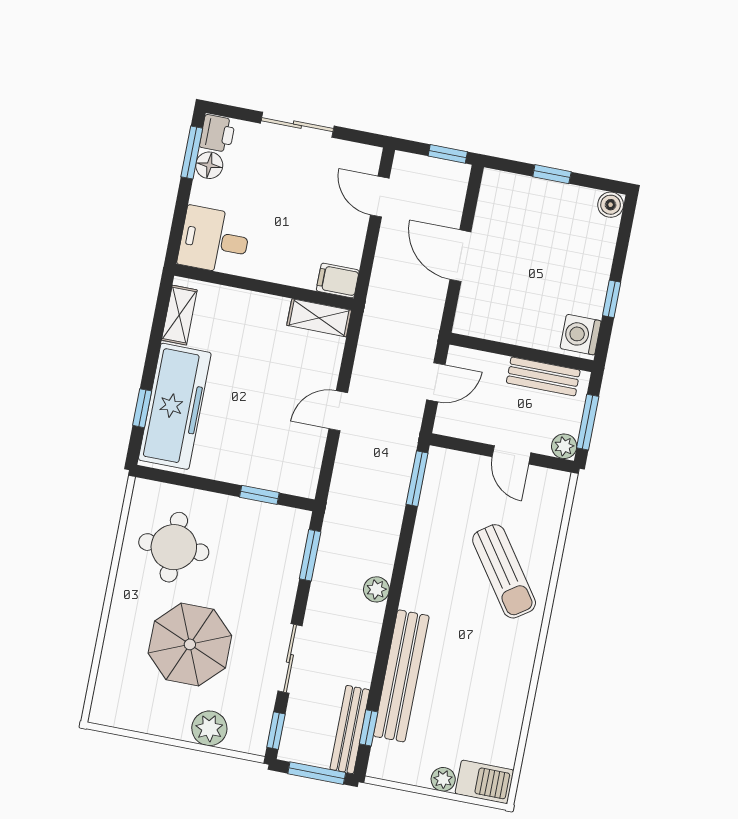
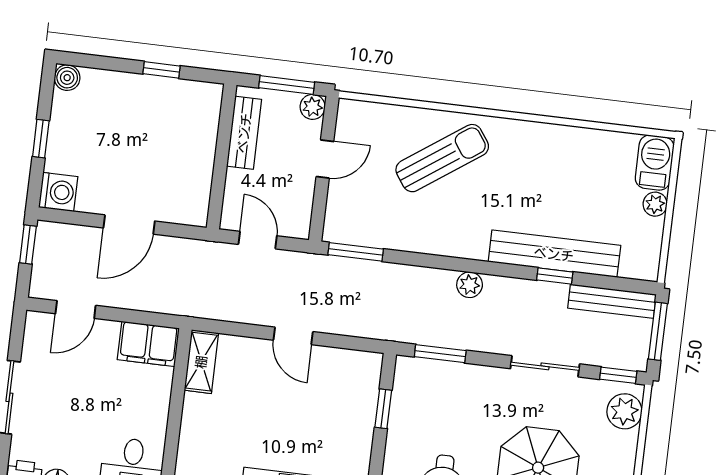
filing cabinet: (338, 280) -> (148, 344), width x2.00
washing machine: (581, 335) -> (58, 192), moved, turned -90
plant: (209, 728) -> (624, 411), moved
window: (369, 728) -> (555, 276), moved

